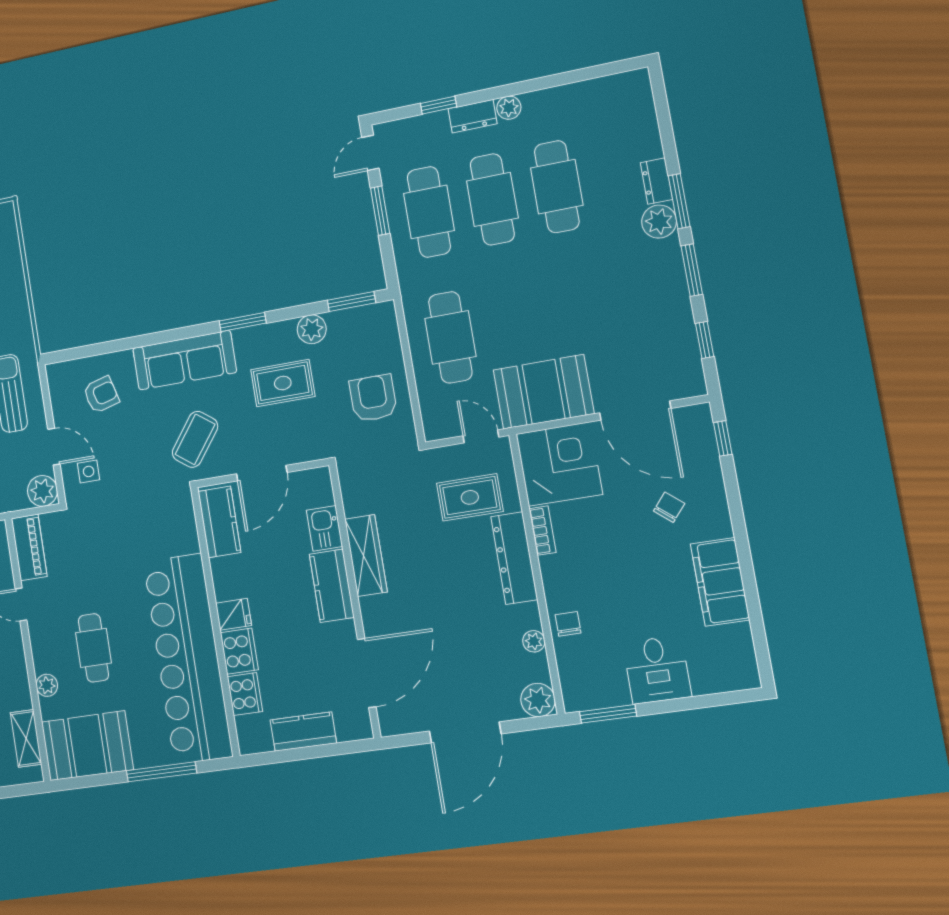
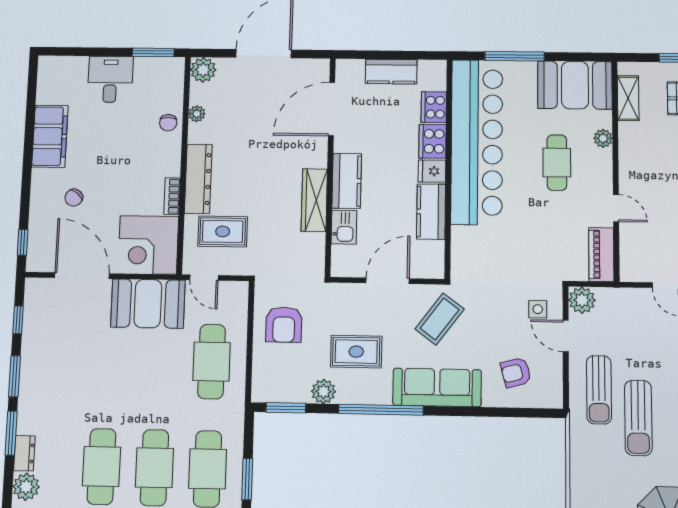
plant: (659, 222) -> (26, 487), moved
window: (243, 322) -> (381, 410), width x2.11
kitchen counter: (219, 522) -> (431, 212), moved

